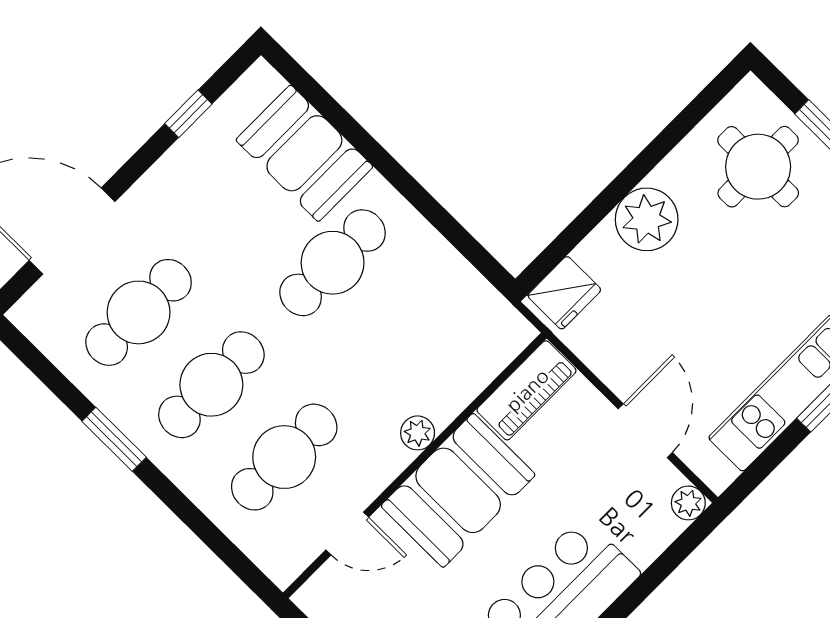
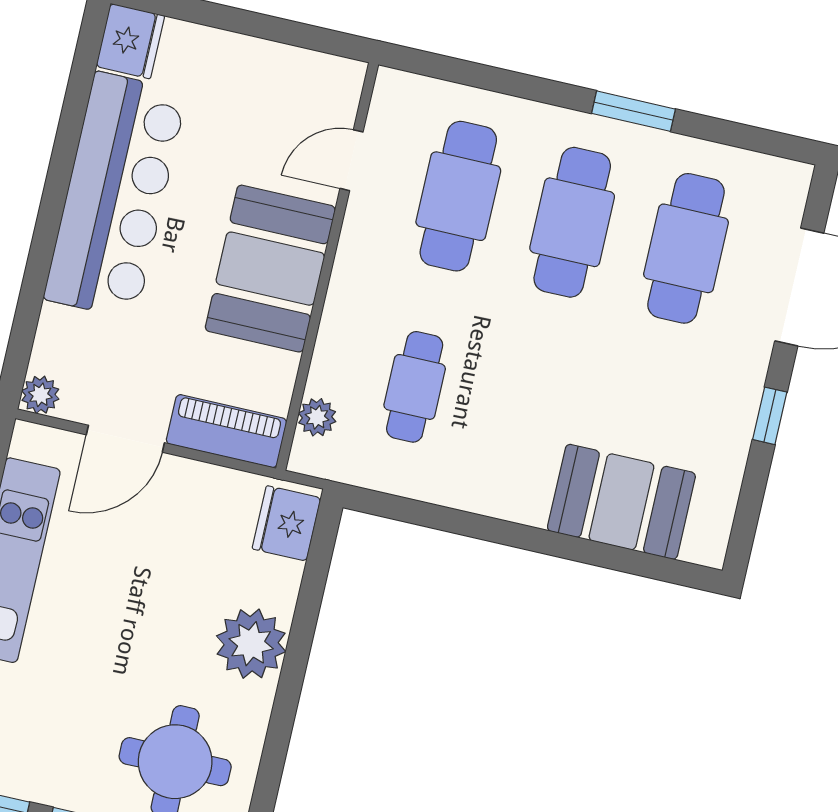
window: (188, 114) -> (770, 416), moved
cafe table: (333, 263) -> (415, 387), moved, width x0.73, depth x0.74
piano: (527, 390) -> (226, 431), moved, turned 90
door: (645, 431) -> (125, 439), hinge flipped
plant: (418, 433) -> (317, 417), moved

